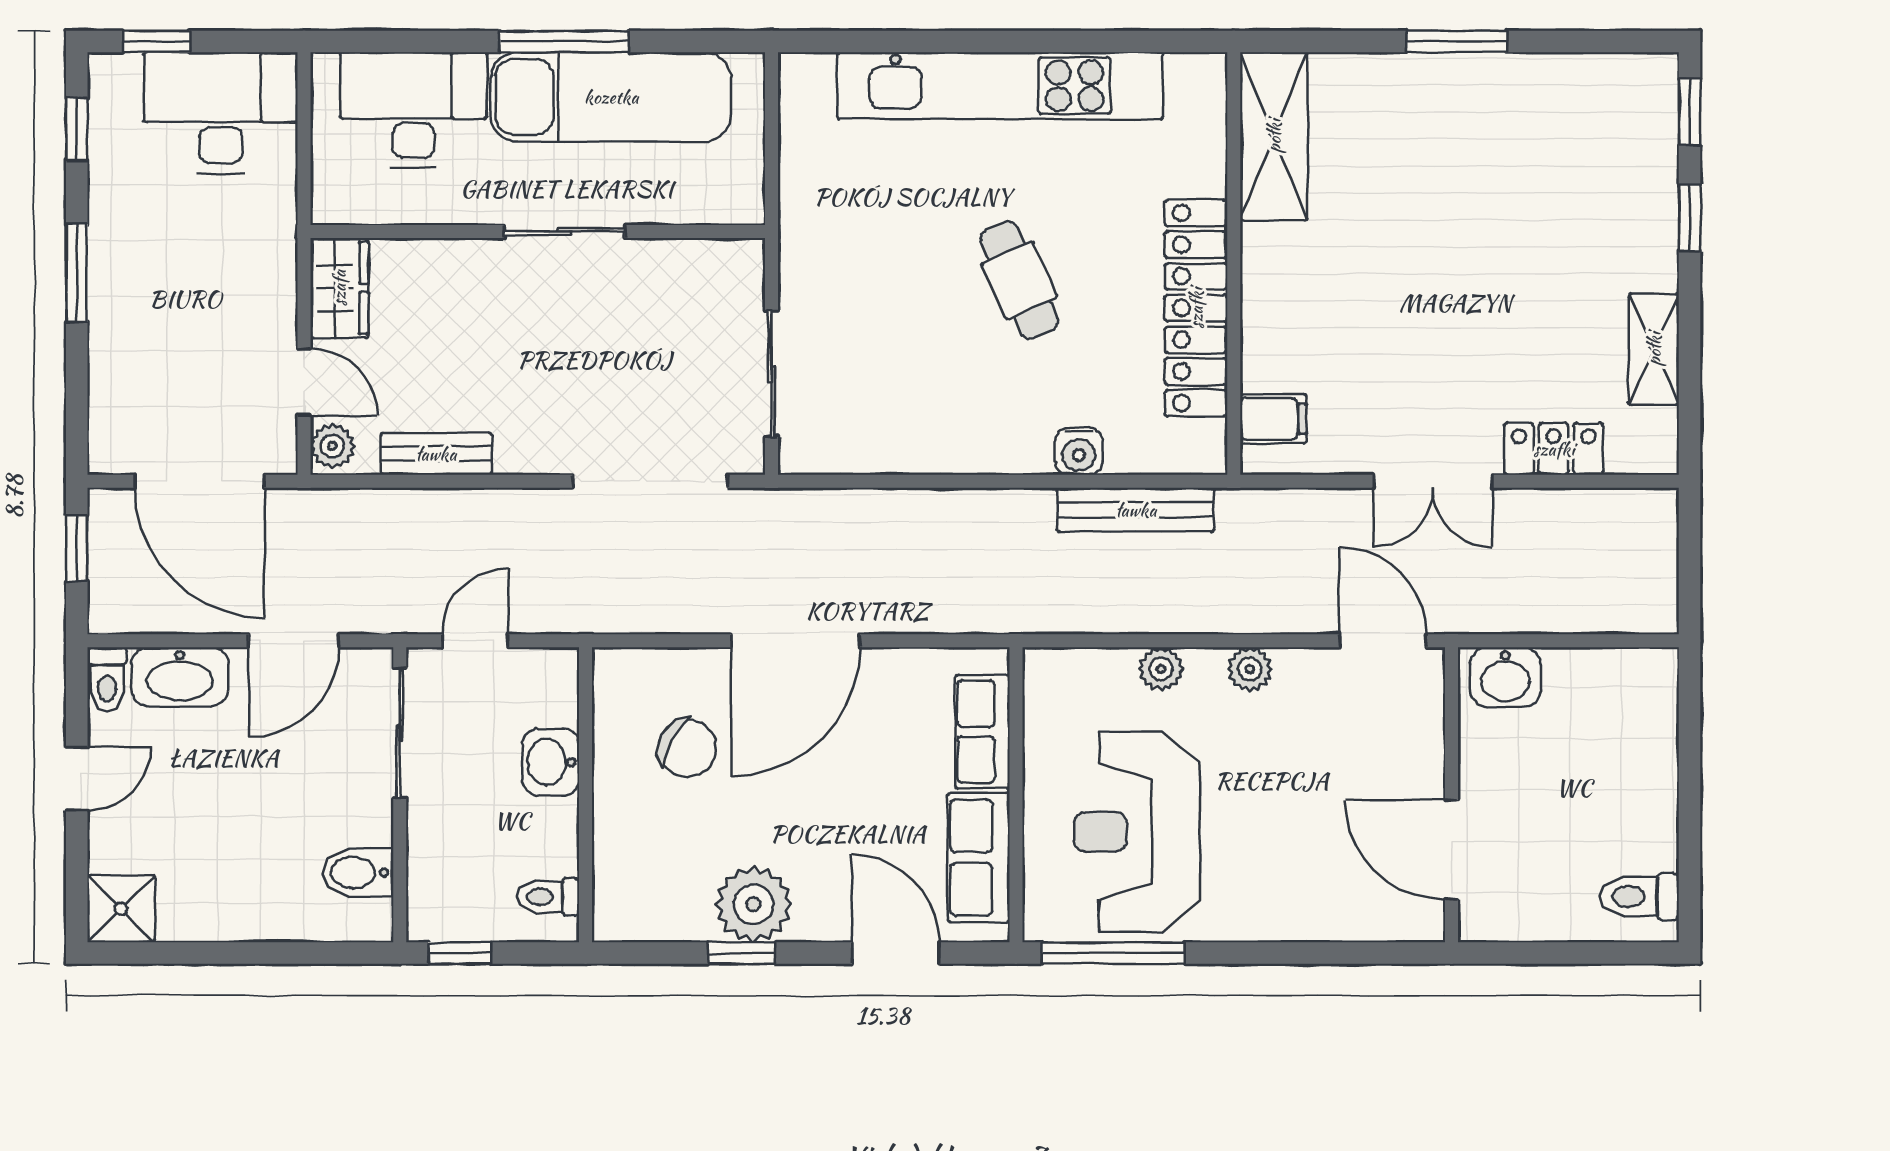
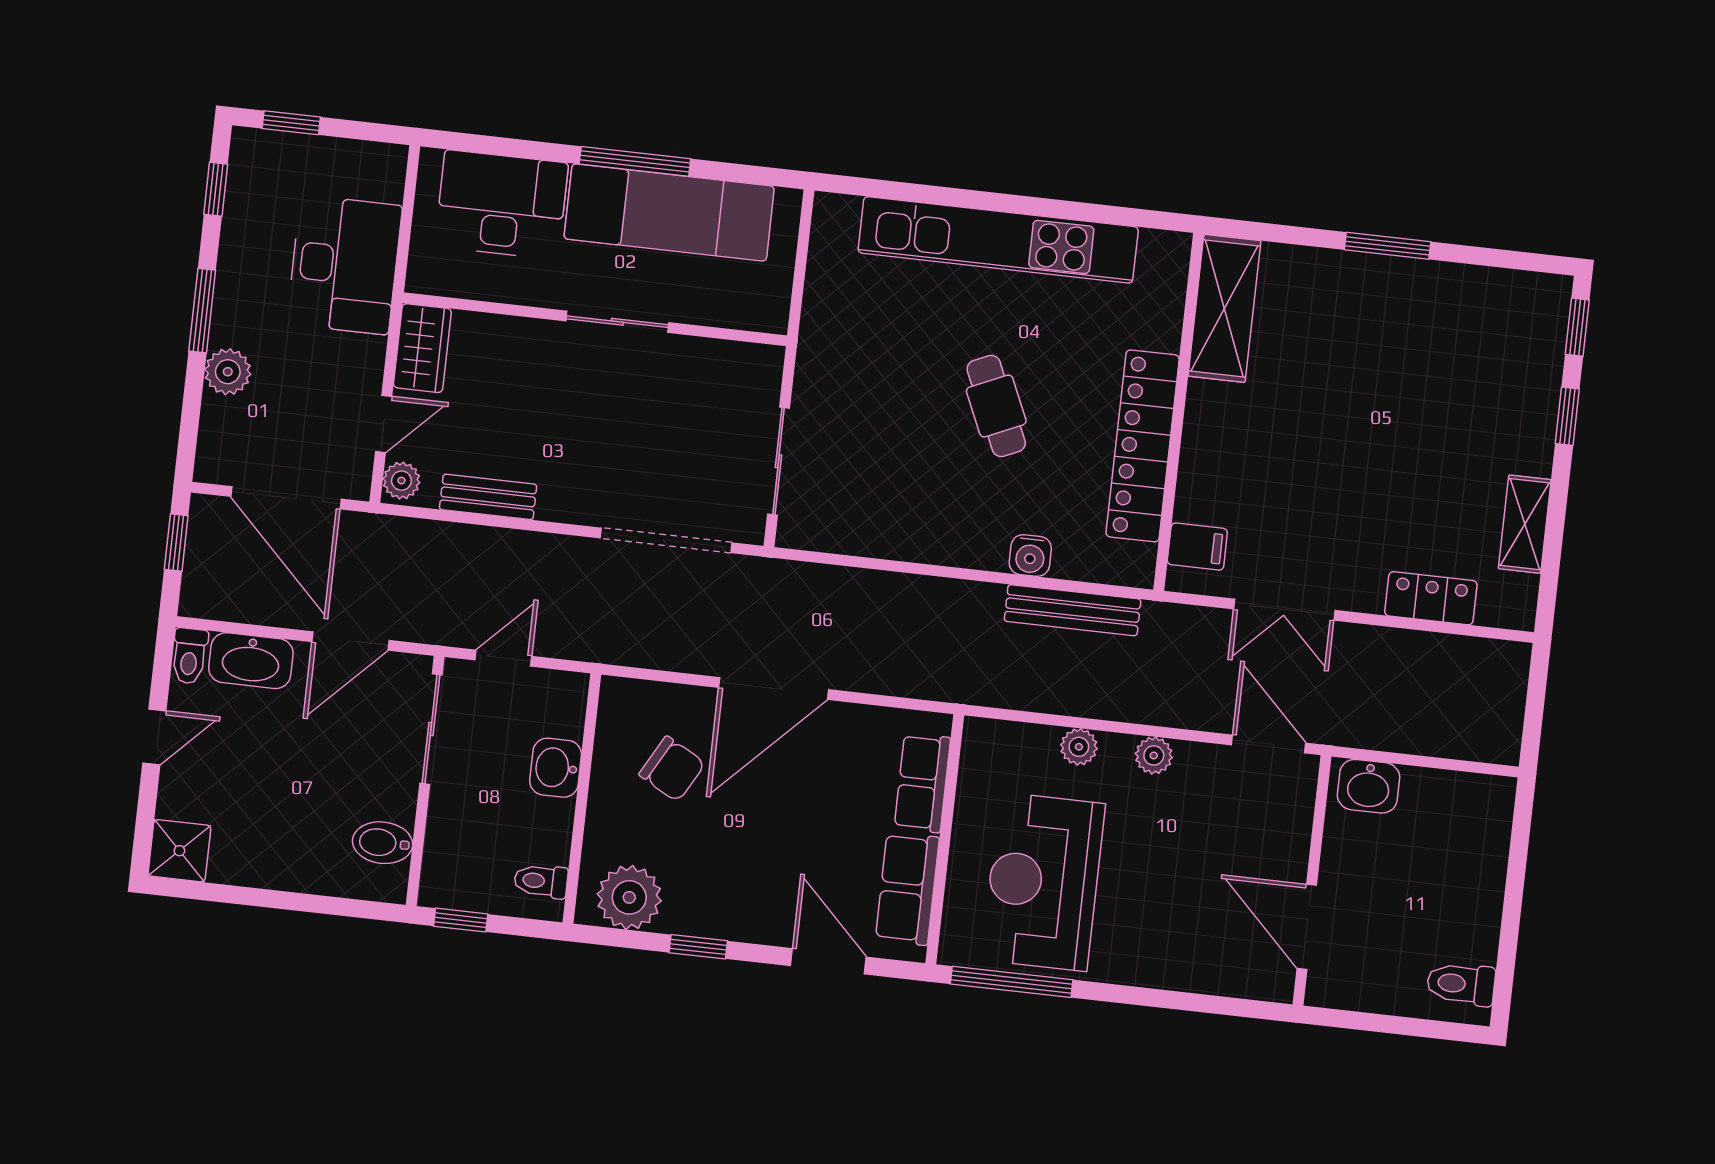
desk: (221, 113) -> (344, 265), moved, turned 90
plant: (115, 341) -> (228, 372), added
door: (304, 382) -> (384, 424), hinge flipped
double door: (1433, 481) -> (1284, 610), moved
plant: (754, 904) -> (629, 897), moved

